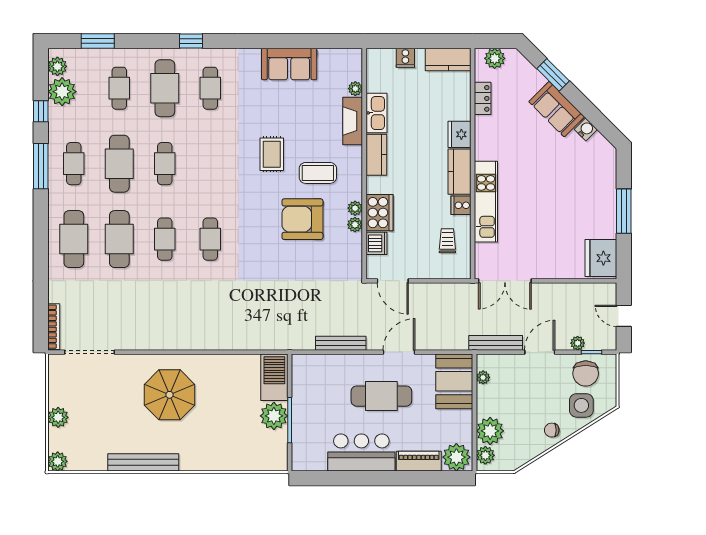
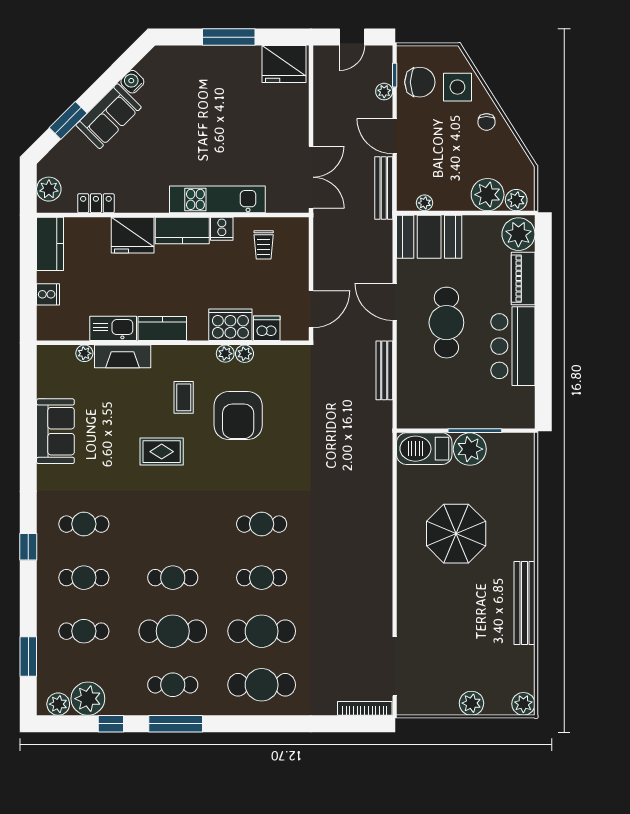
cafe table: (165, 88) -> (84, 578), width x0.73, depth x0.74
fridge: (460, 134) -> (133, 235), width x1.36, depth x1.34
coffee table: (318, 173) -> (184, 397), width x0.73, depth x0.77
trolley: (447, 241) -> (264, 245), turned -90
parasol: (170, 395) -> (456, 534), moved

